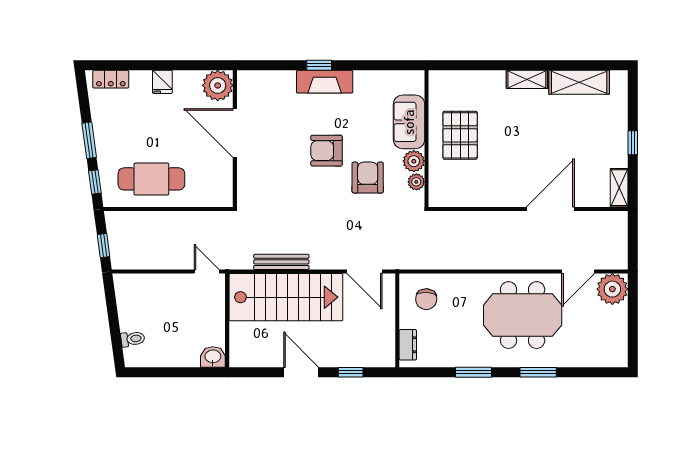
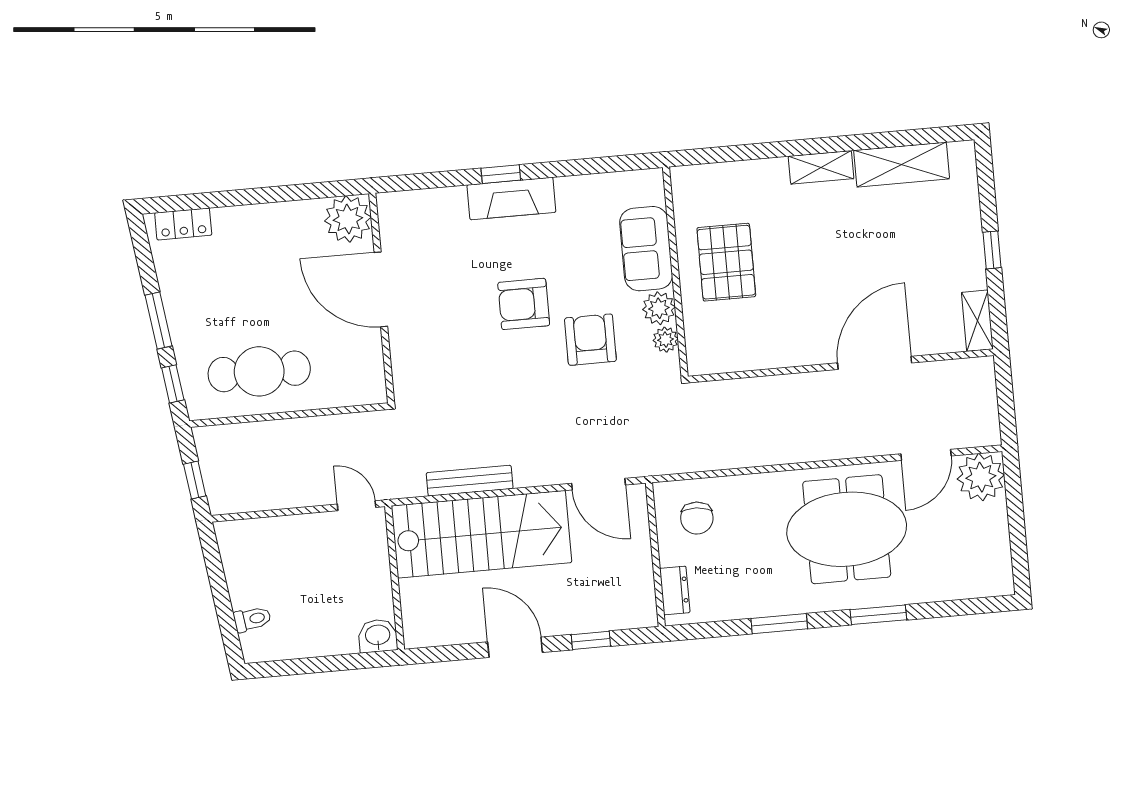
fridge: (162, 82) -> (263, 221), removed

